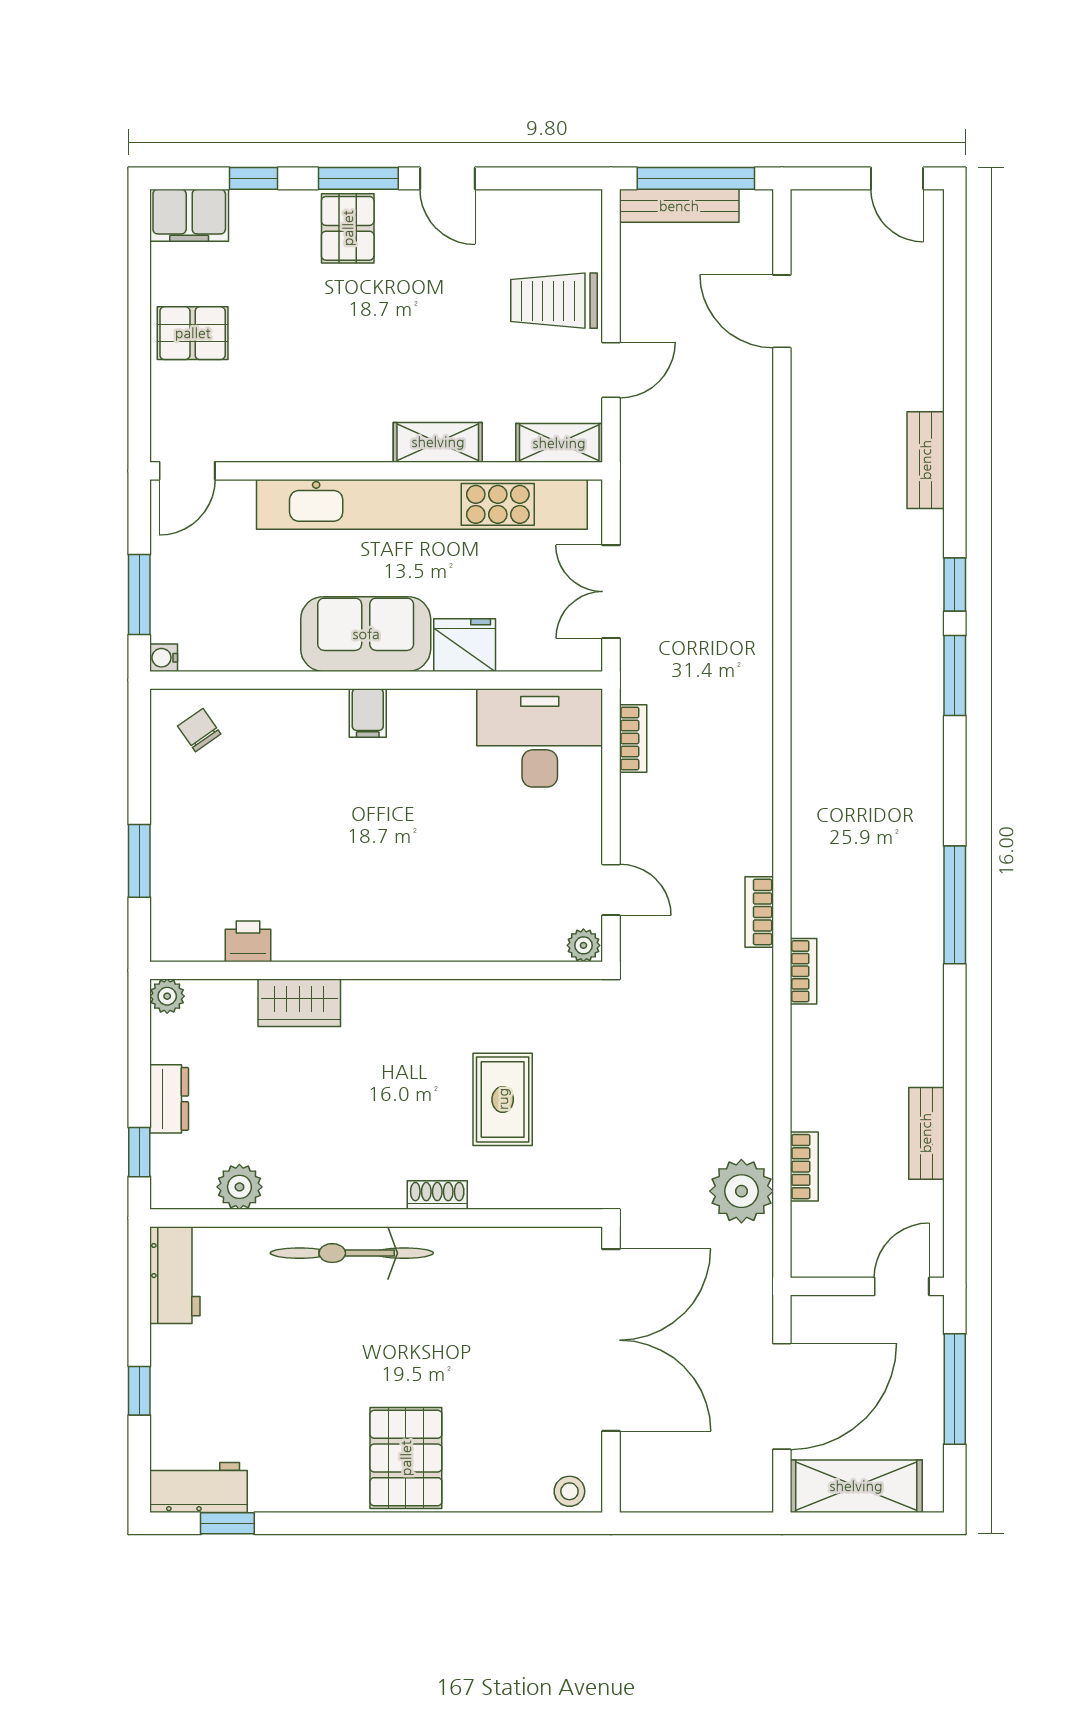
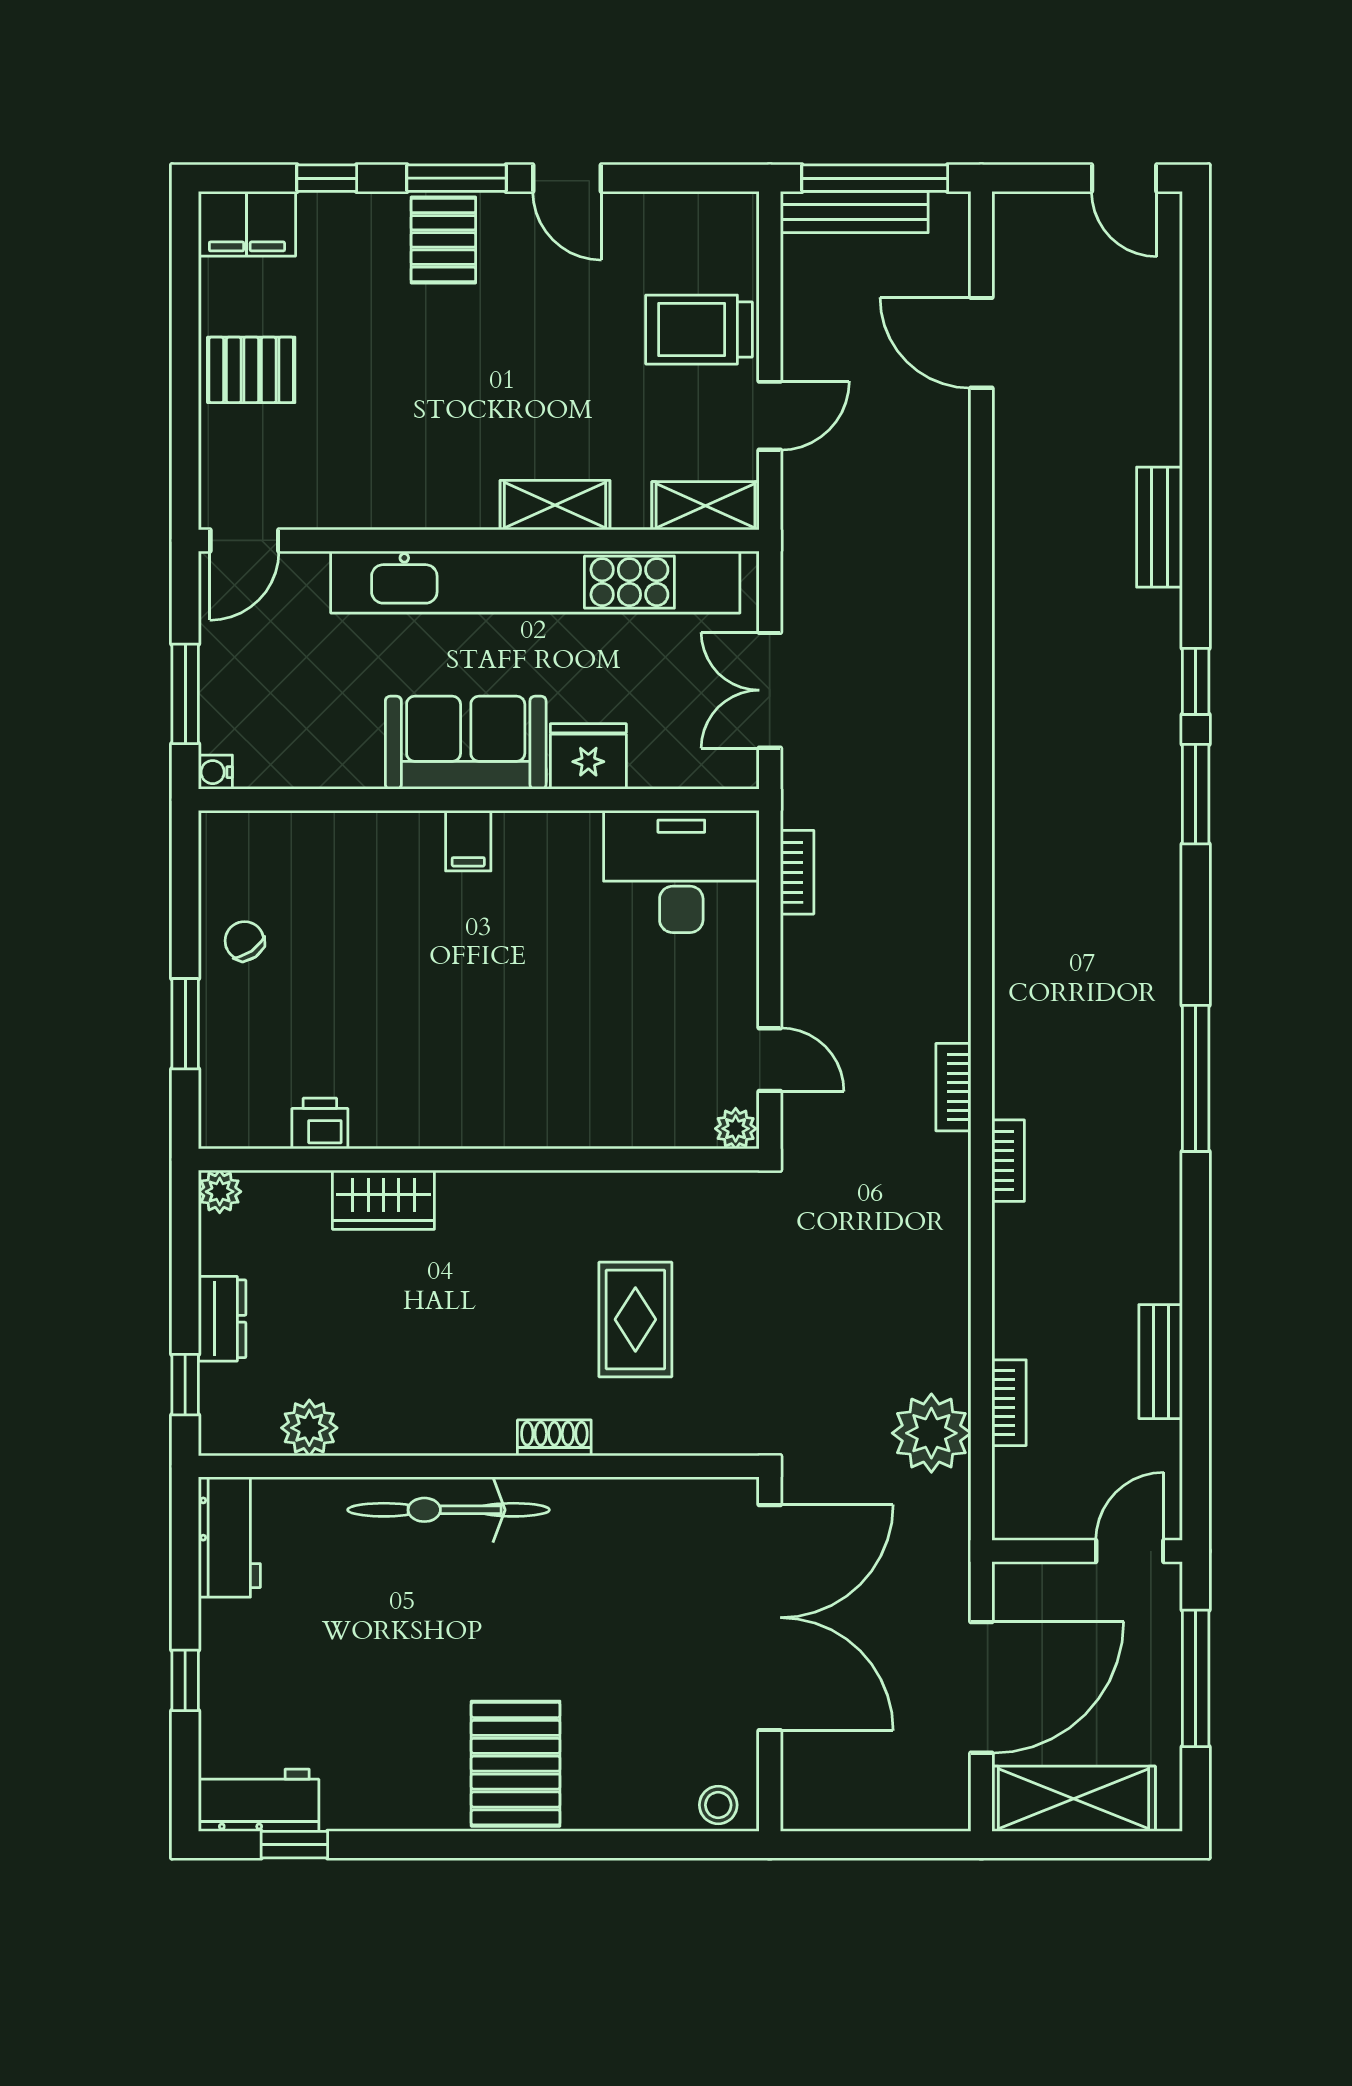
chair: (199, 730) -> (244, 941), moved

